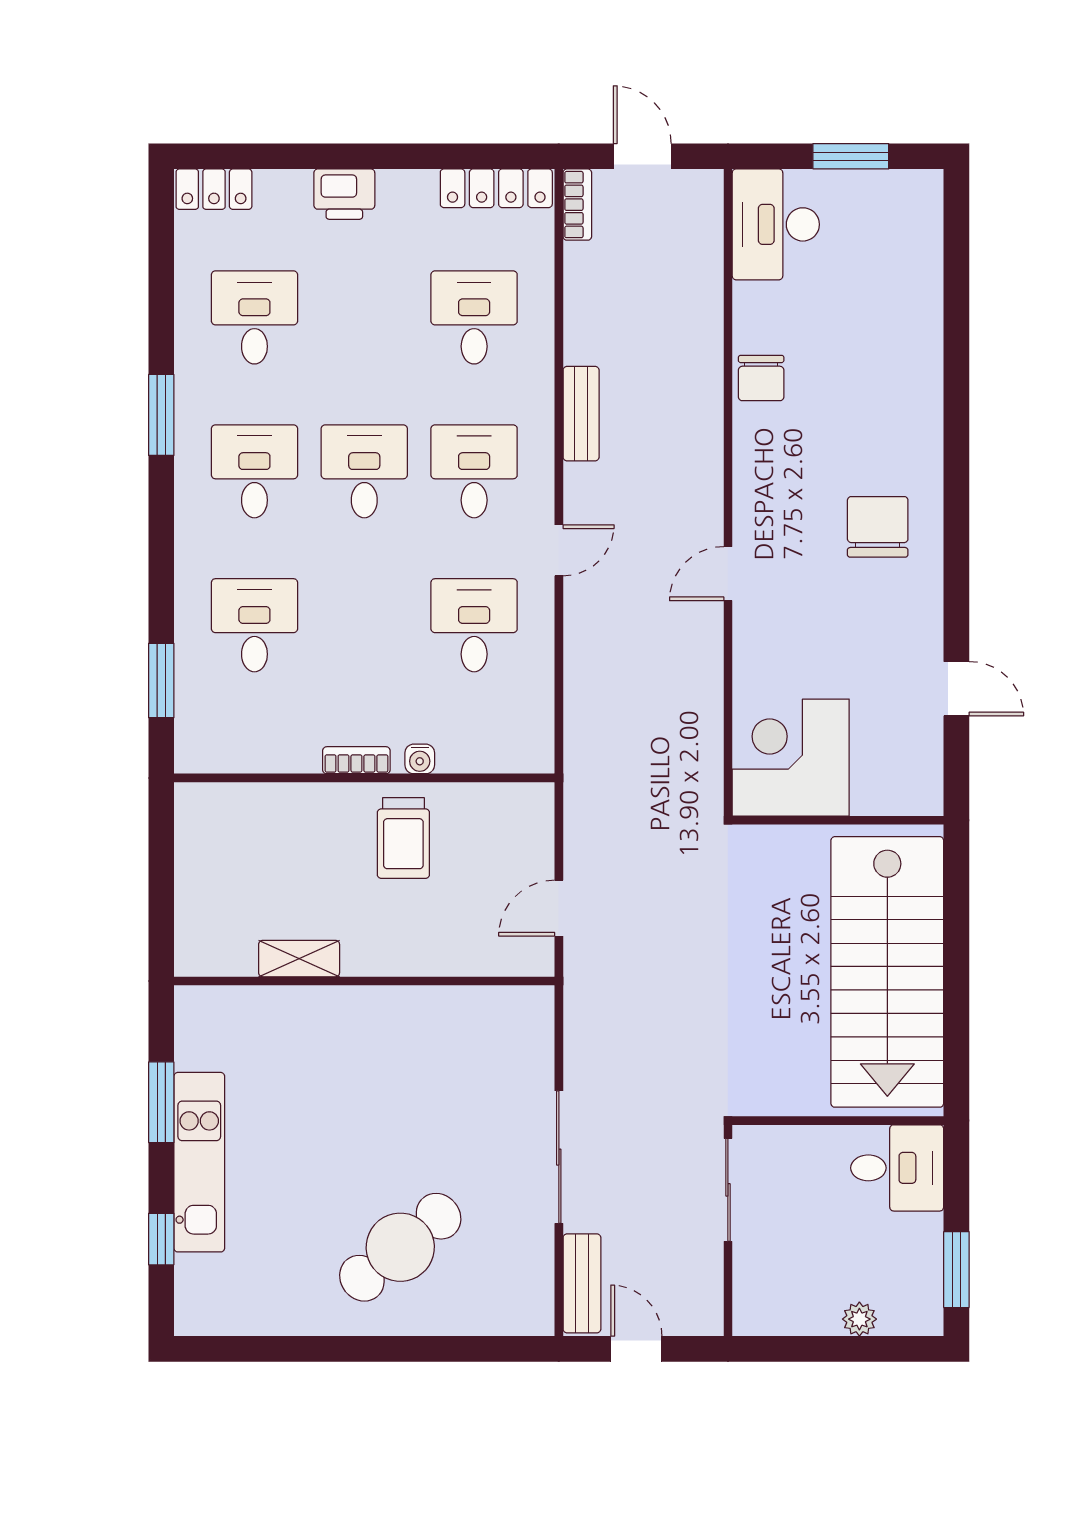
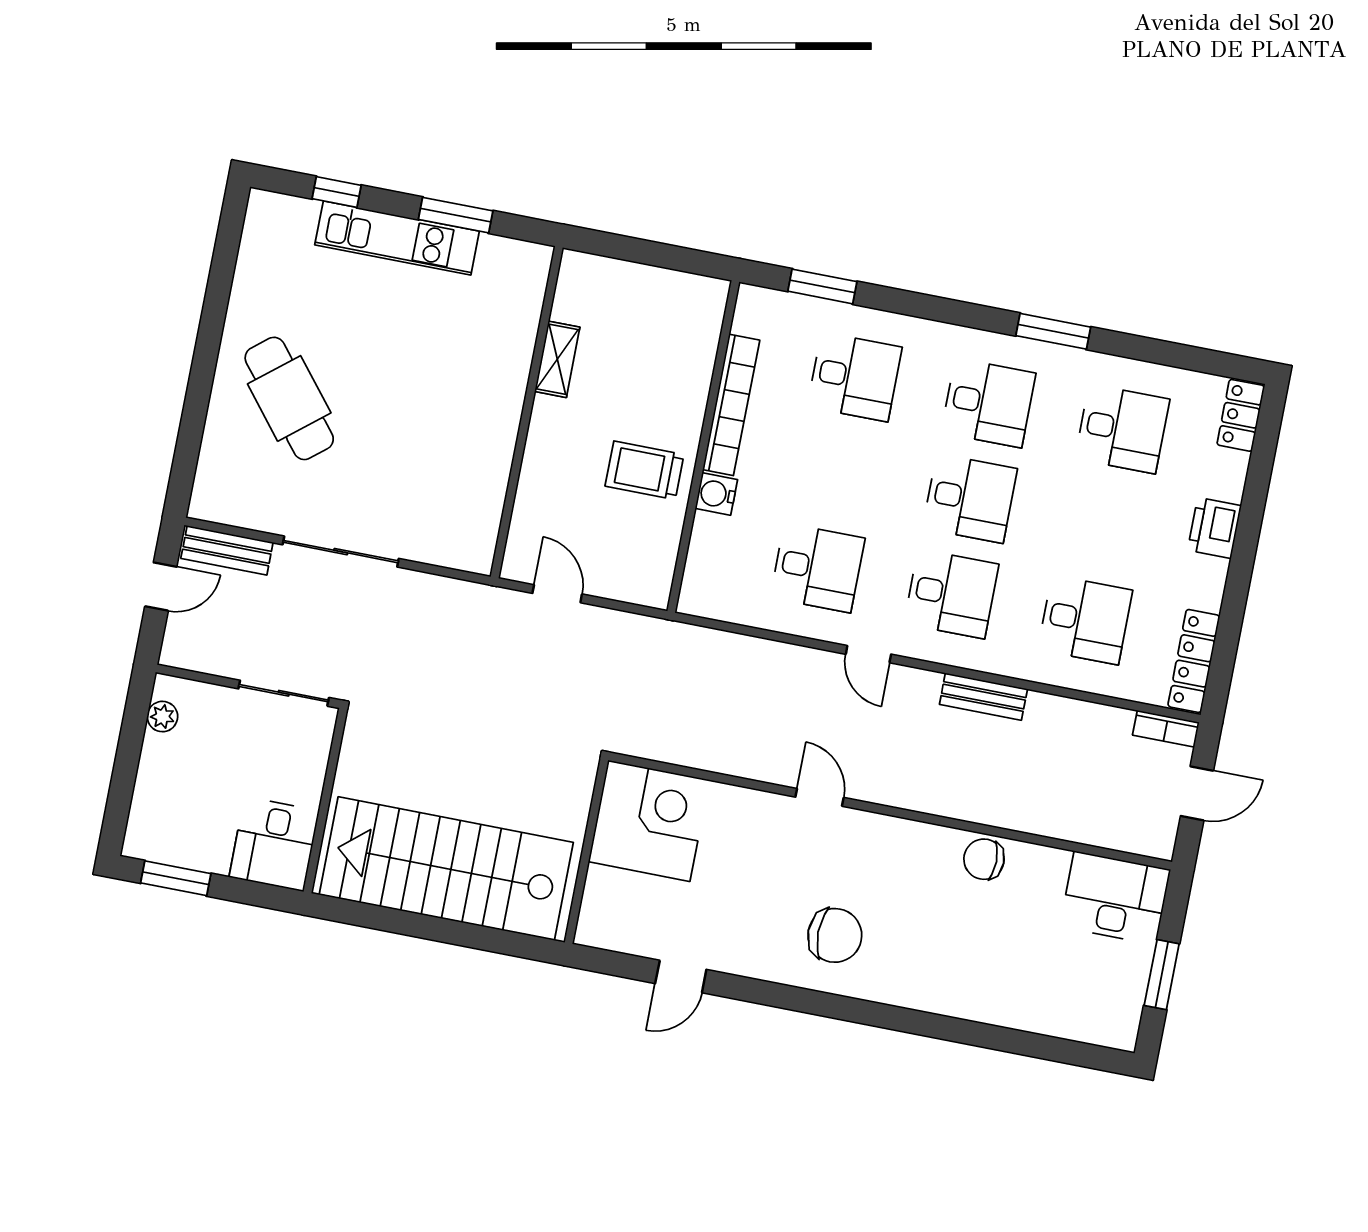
water cooler: (420, 759) -> (716, 494), width x1.38, depth x1.38
bookcase: (356, 760) -> (731, 405), width x2.31, depth x1.31
plant: (859, 1319) -> (162, 717), moved

